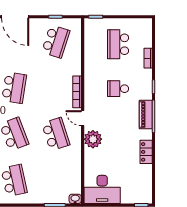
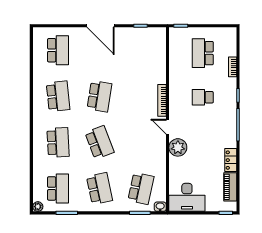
school desk: (56, 41) -> (141, 50), removed
piano: (146, 115) -> (230, 187), moved
school desk: (56, 134) -> (141, 188), moved, turned 30

